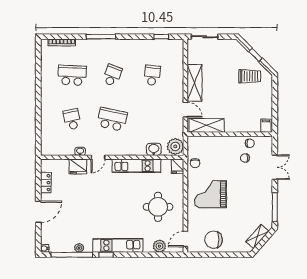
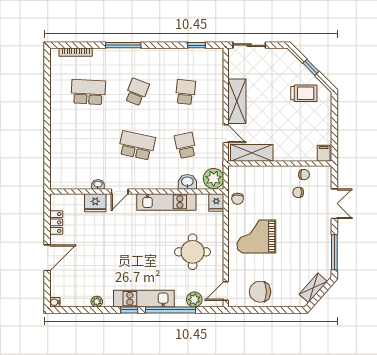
school desk: (72, 119) -> (185, 145), moved
window: (72, 255) -> (171, 310), moved

